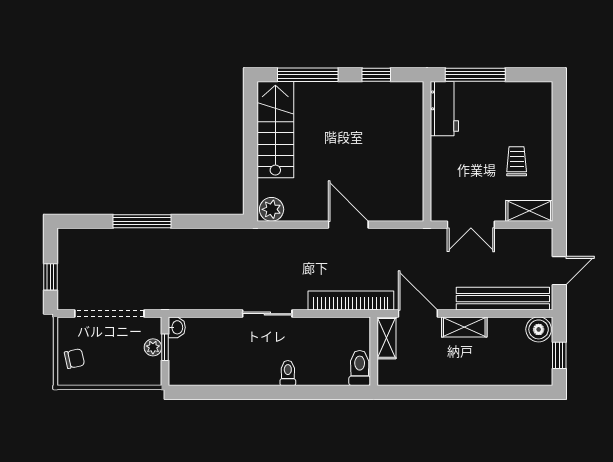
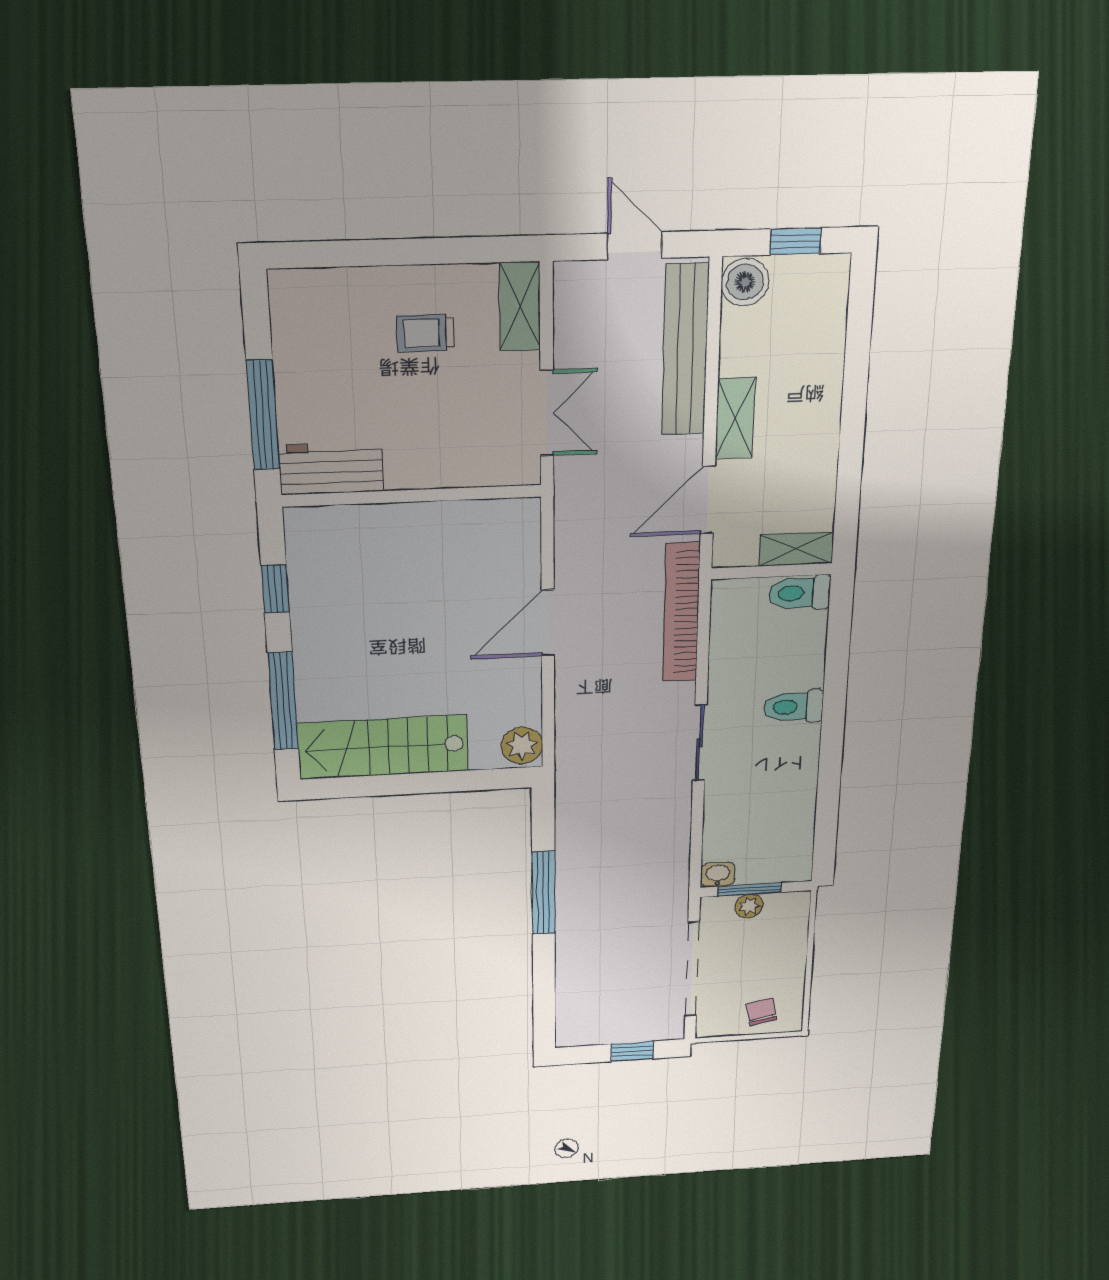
window: (142, 221) -> (543, 893), moved
shelving: (387, 338) -> (796, 549), moved
window: (165, 347) -> (750, 889), width x1.50
toilet: (288, 373) -> (793, 707), width x1.37, depth x1.39

